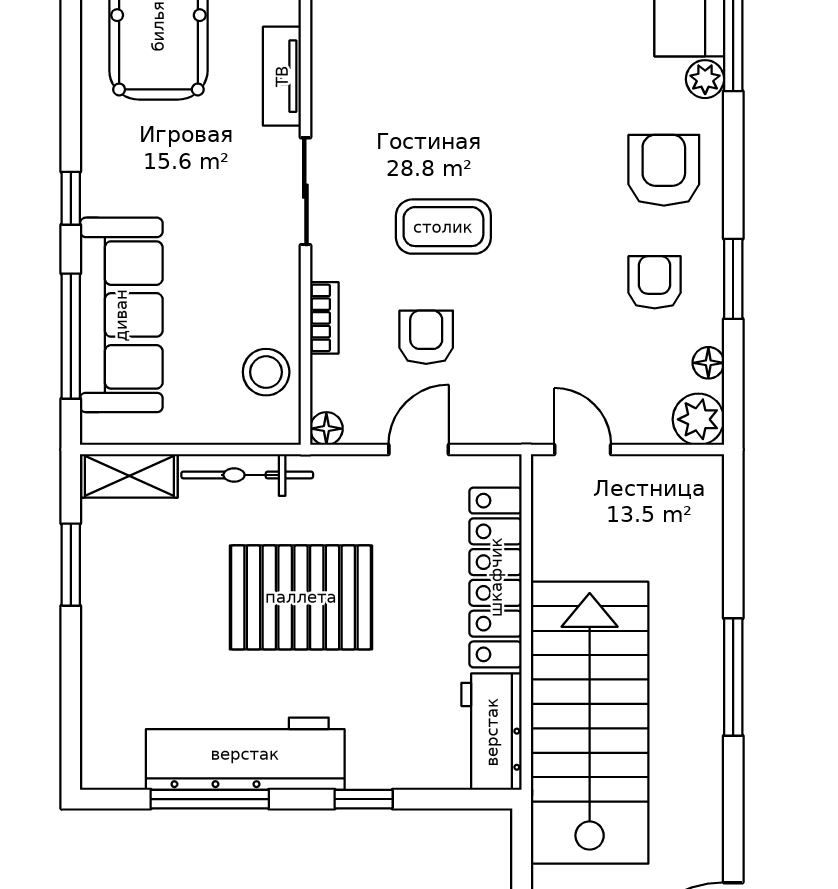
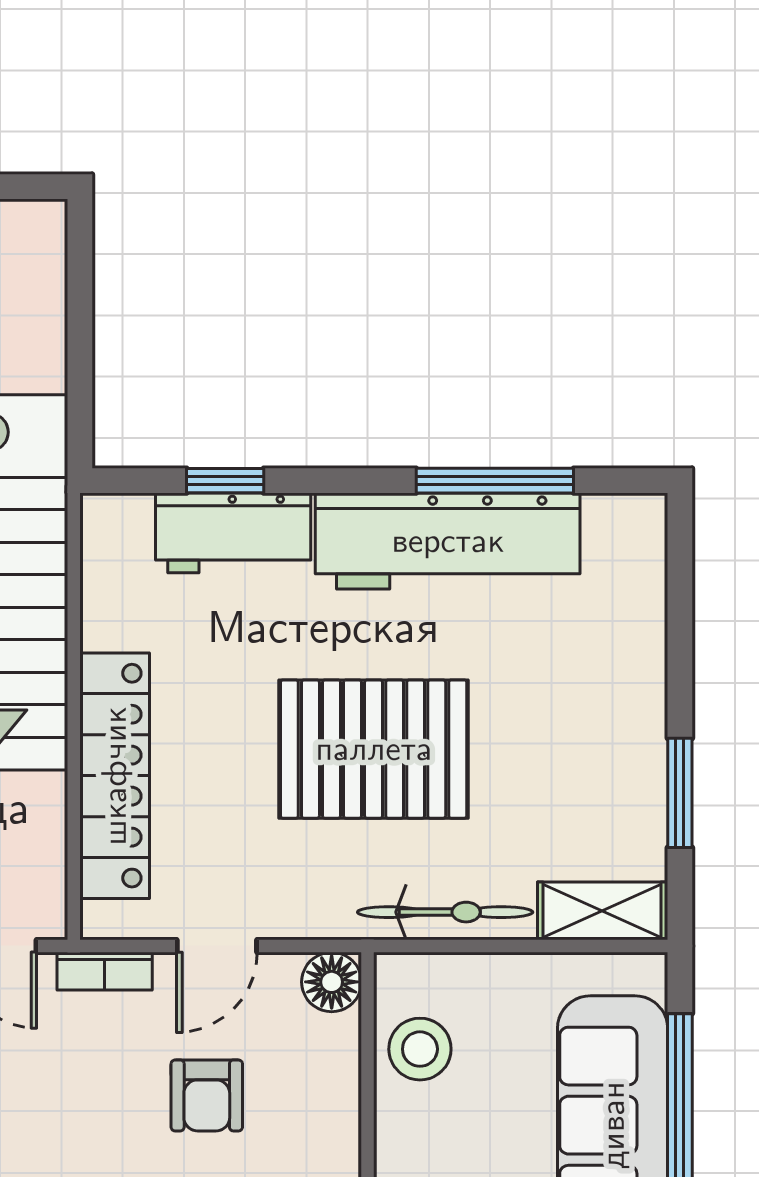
bookcase: (324, 318) -> (105, 971), moved, turned -90
floor lamp: (326, 429) -> (332, 982), width x1.37, depth x1.37
workbench: (492, 732) -> (233, 533), moved, turned 90
window: (364, 799) -> (225, 481), moved

